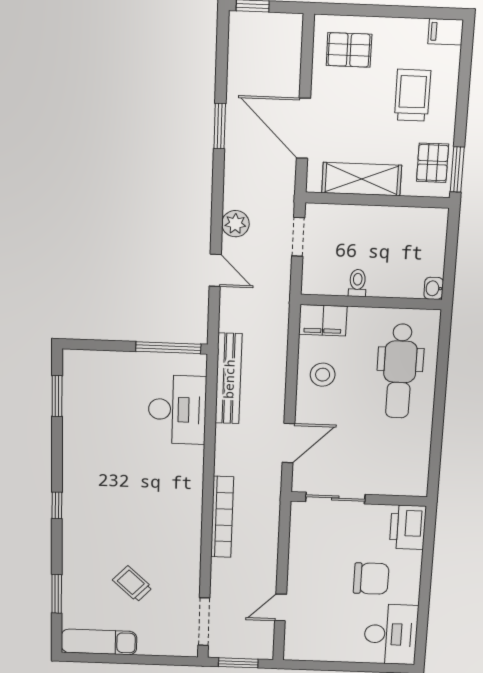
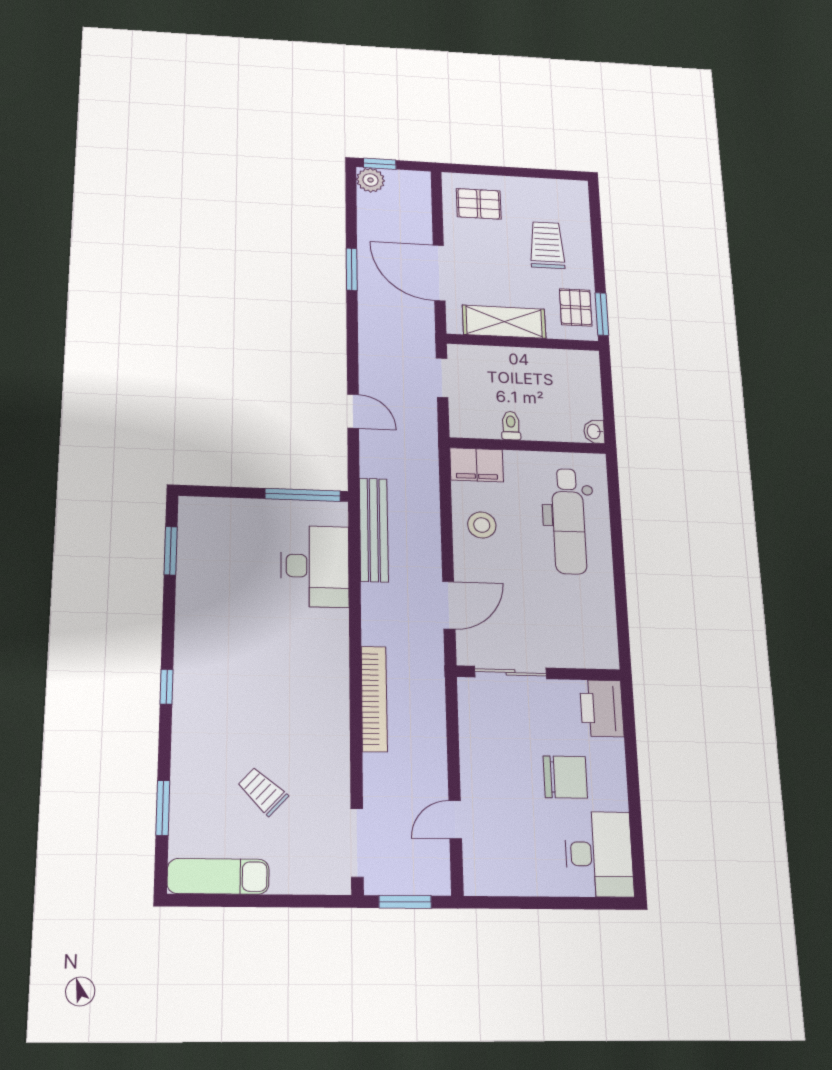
filing cabinet: (446, 32) -> (572, 191), removed
plant: (235, 224) -> (370, 180), moved

